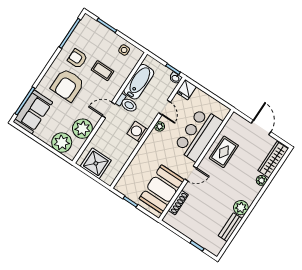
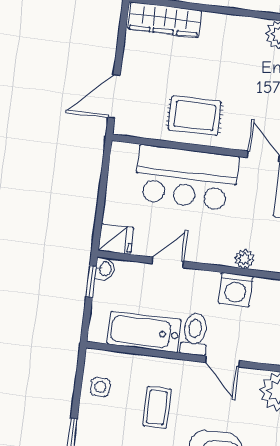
plant: (160, 126) -> (244, 259), moved
door: (261, 127) -> (114, 96), moved
plant: (261, 180) -> (213, 22), removed

